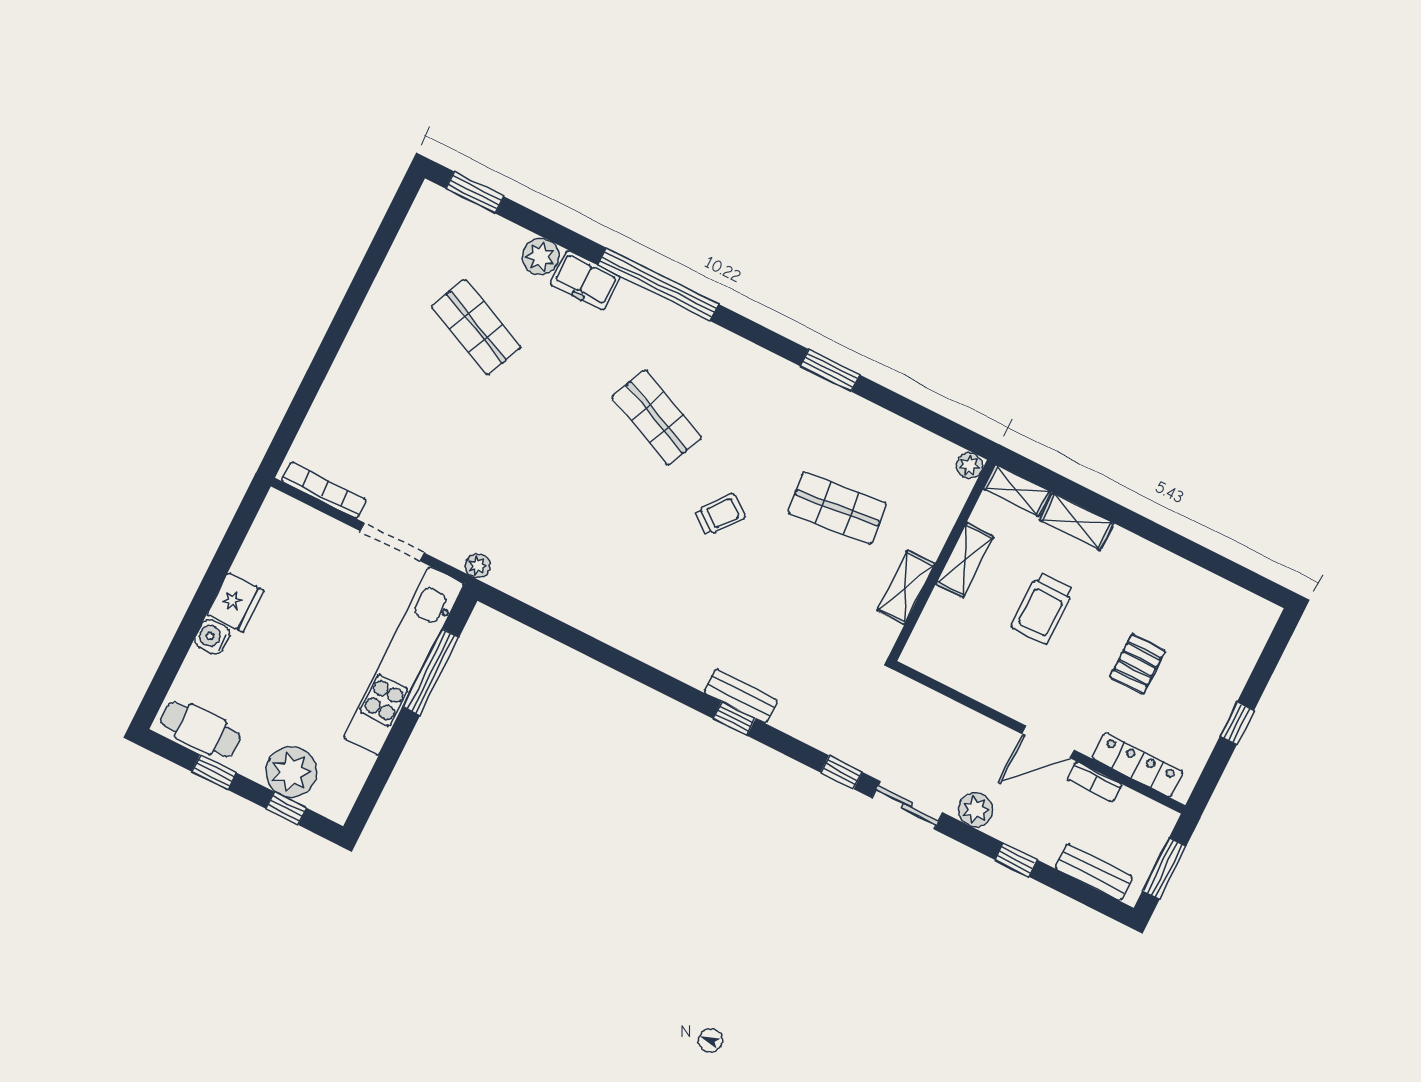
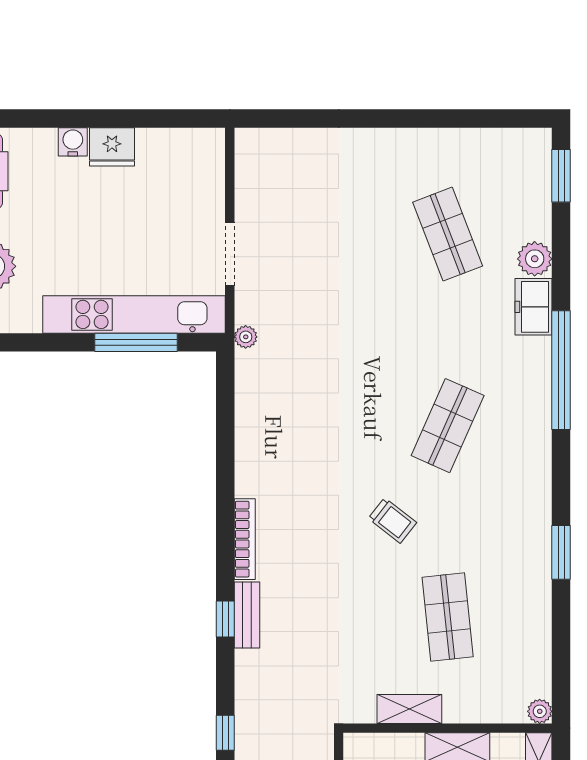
shop shelf: (476, 327) -> (448, 234), turned -45
bookcase: (324, 490) -> (245, 539), moved

